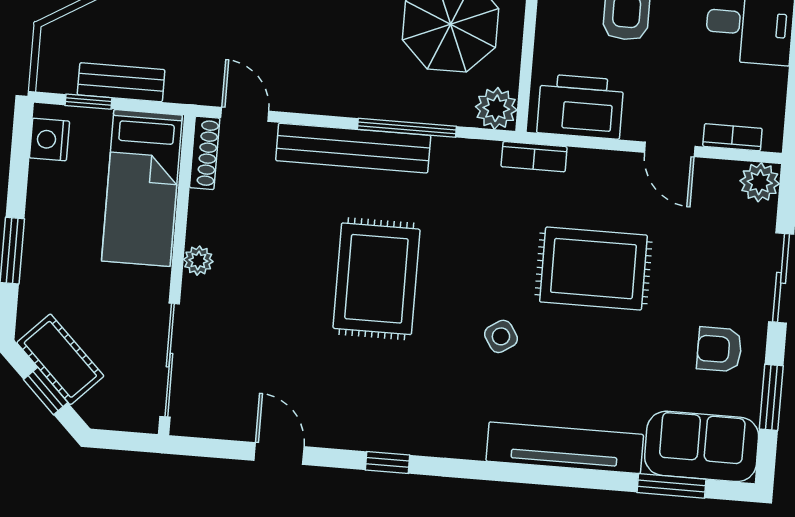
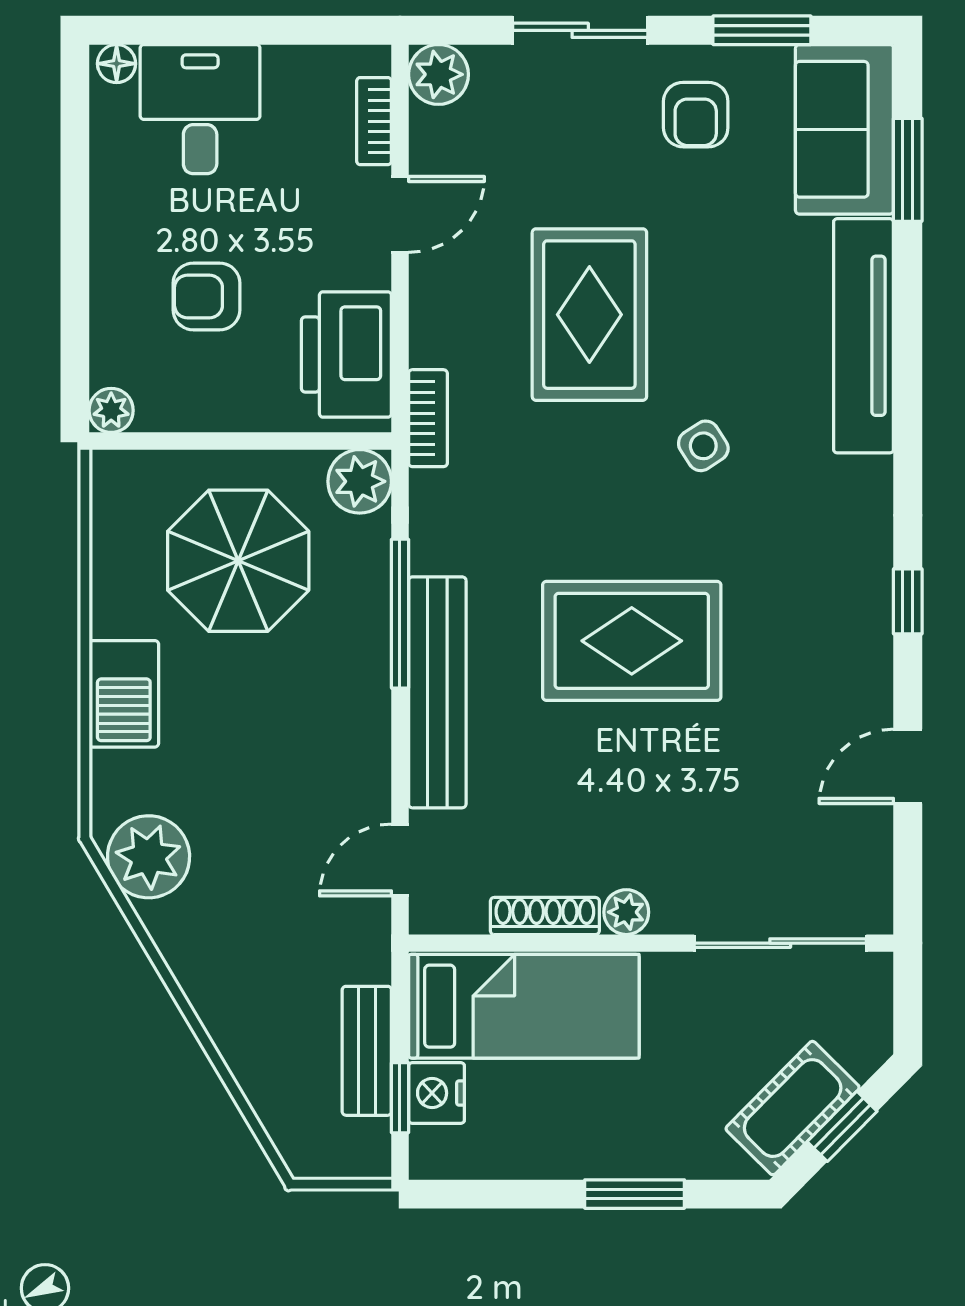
nightstand: (49, 140) -> (437, 1093), moved, turned 90
shoe rack: (205, 153) -> (545, 916), moved

